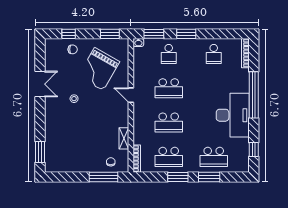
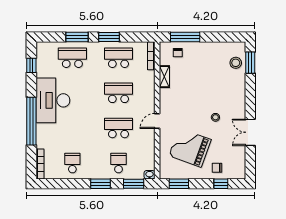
grand piano: (99, 69) -> (190, 148), turned -100
door: (131, 95) -> (157, 121), swing flipped
stool: (54, 152) -> (236, 63), added

